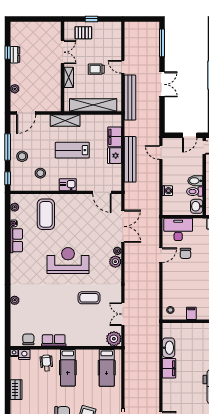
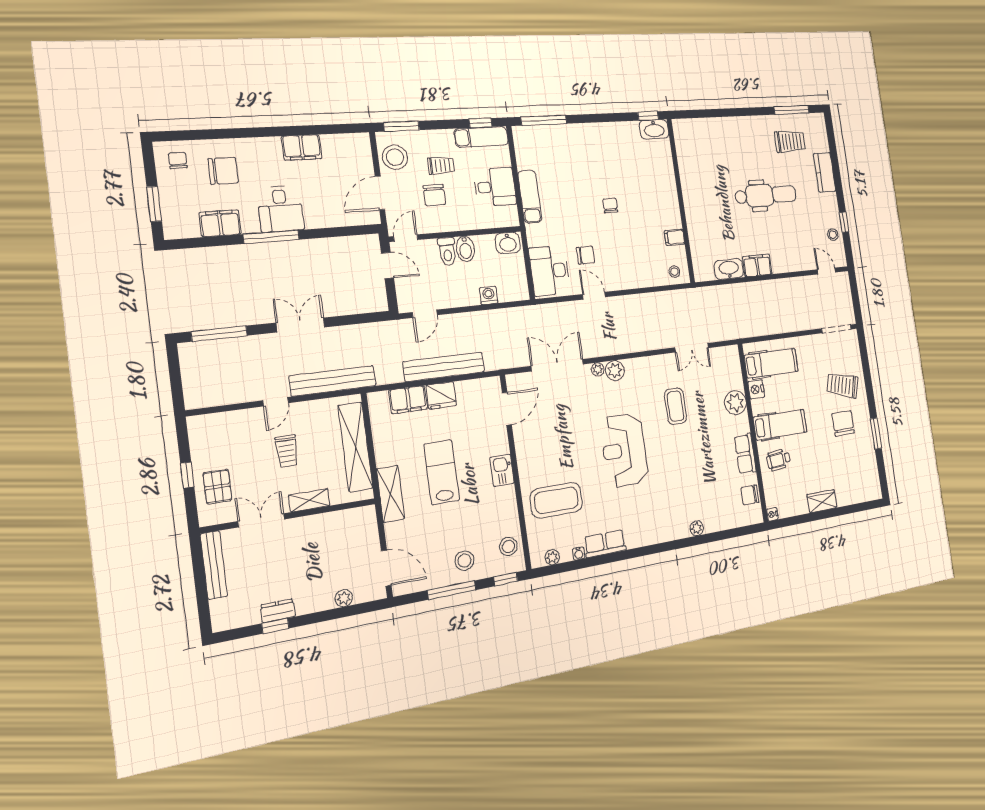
bench: (44, 26) -> (214, 565), added
lab bench: (72, 150) -> (442, 472), turned 180
stool: (40, 173) -> (508, 546), moved
toilet: (195, 192) -> (447, 251), moved
plant: (114, 339) -> (736, 403), moved
nightstand: (24, 354) -> (756, 389), moved

